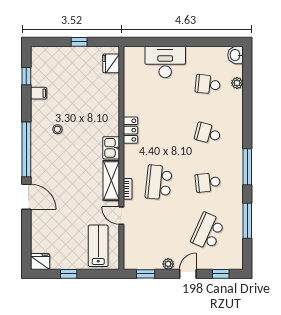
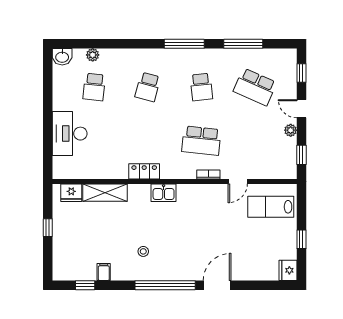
shelving: (111, 180) -> (105, 193), moved

